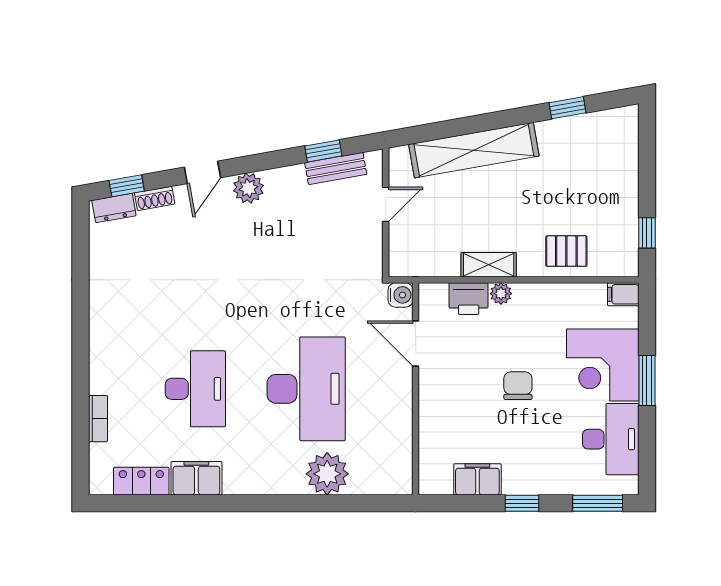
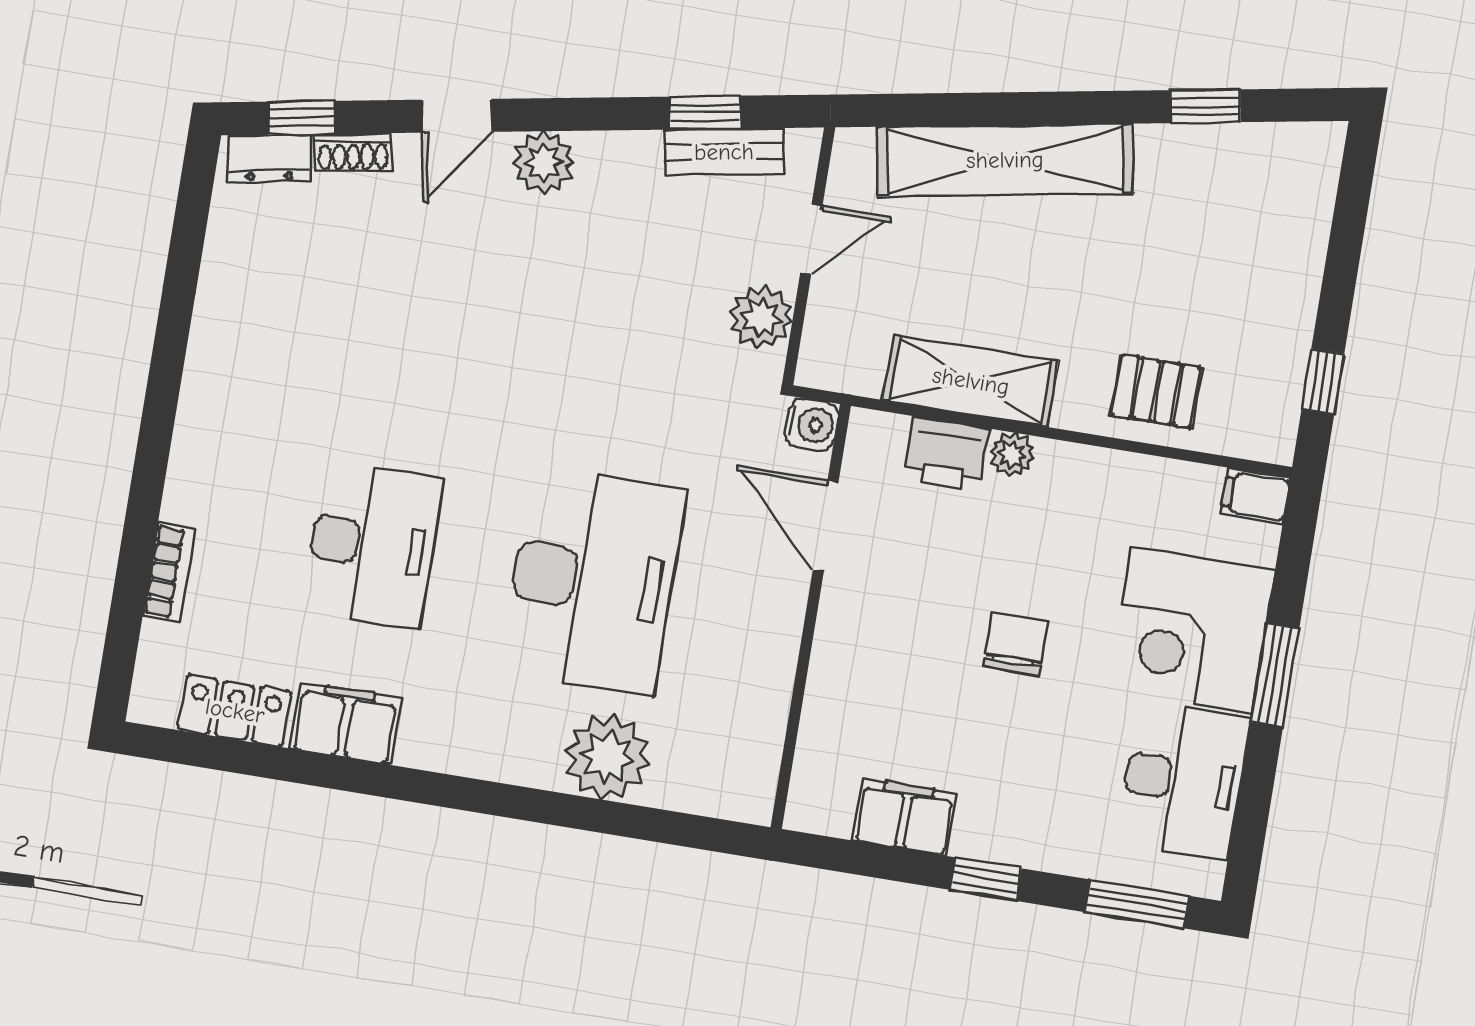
plant: (367, 246) -> (761, 317), added
shelving: (489, 265) -> (971, 381), width x1.50, depth x1.33

